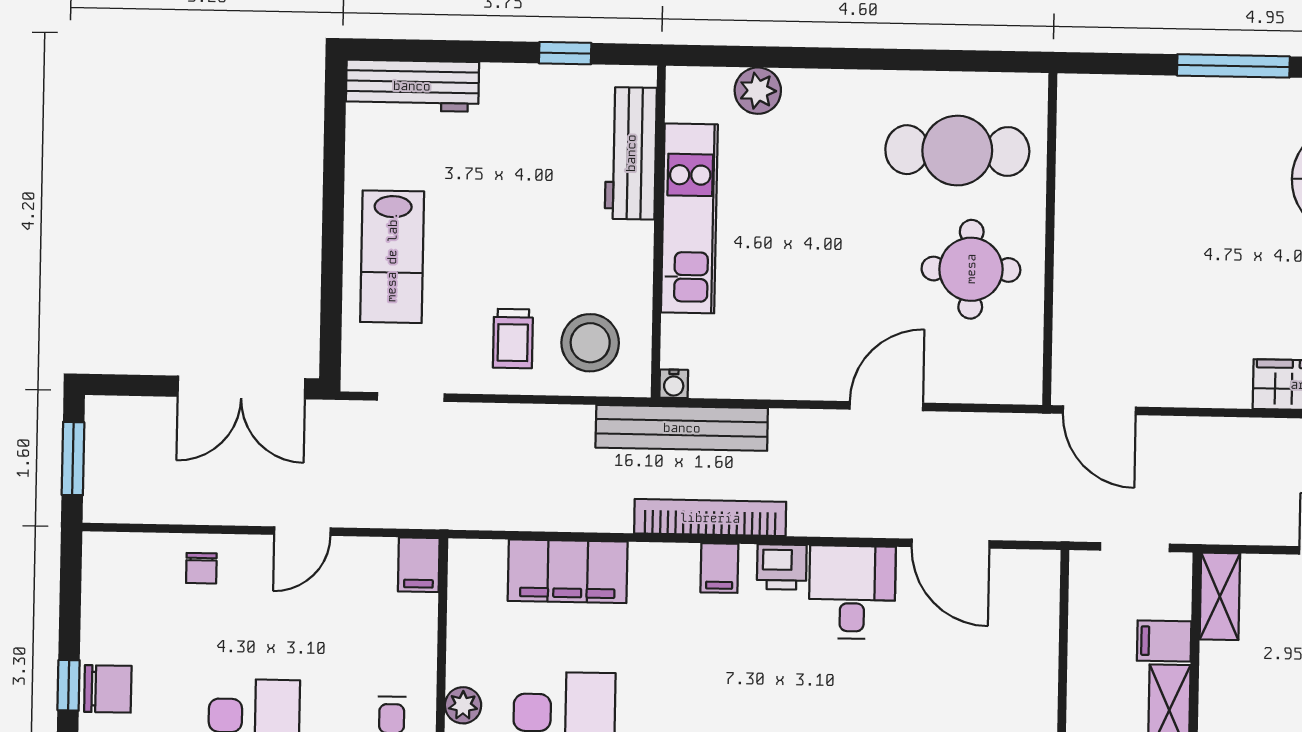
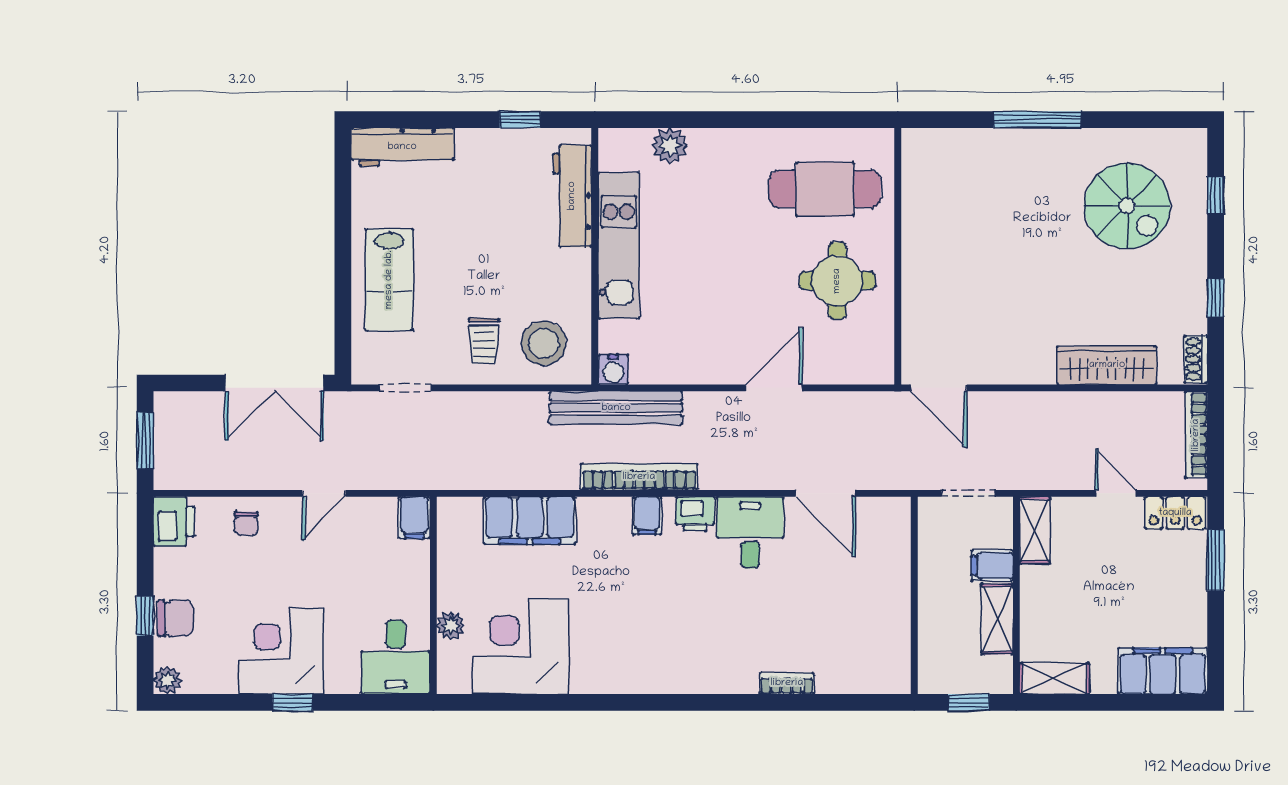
water cooler: (674, 384) -> (613, 370), width x1.38, depth x1.38
printer: (108, 564) -> (174, 521), added

